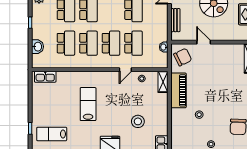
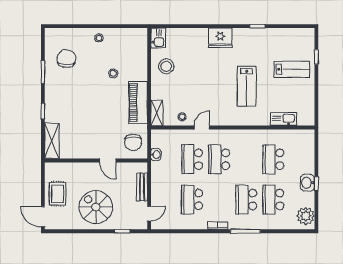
school desk: (88, 43) -> (246, 159), removed
washbasin: (38, 47) -> (307, 183), moved
chair: (183, 57) -> (133, 142), turned -64
kitchen sink: (45, 77) -> (283, 119), moved
stool: (138, 121) -> (166, 66), moved
lab bench: (52, 134) -> (292, 69), moved

